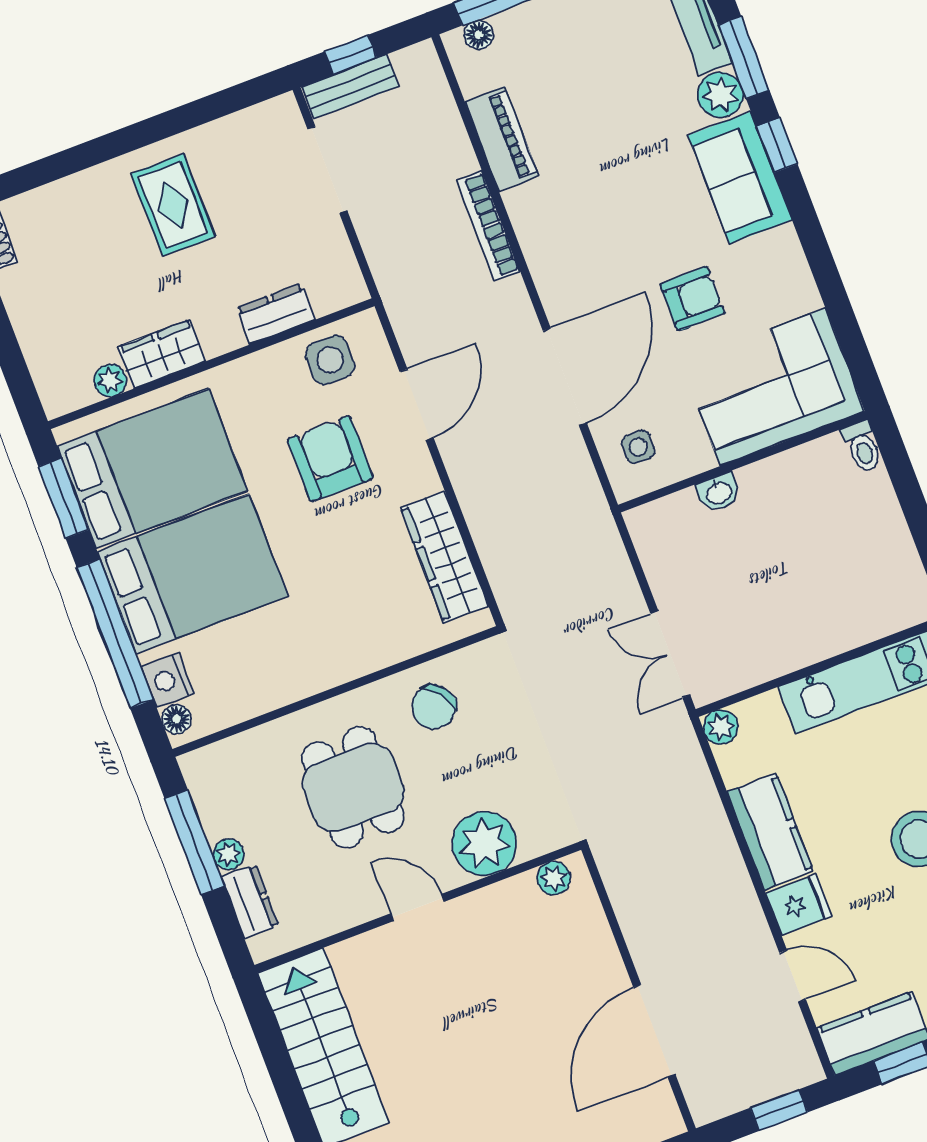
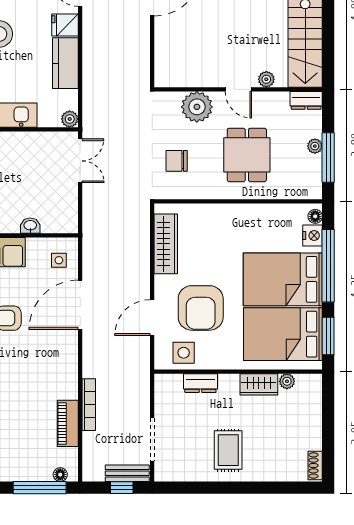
bookcase: (488, 226) -> (89, 405), moved
armchair: (330, 459) -> (201, 308), width x1.36, depth x1.36
chair: (434, 707) -> (177, 161), moved, turned -143
plant: (554, 878) -> (266, 79), moved
dresser: (250, 901) -> (306, 100), moved, turned -90

